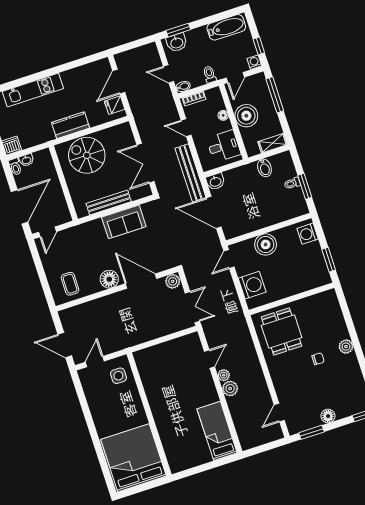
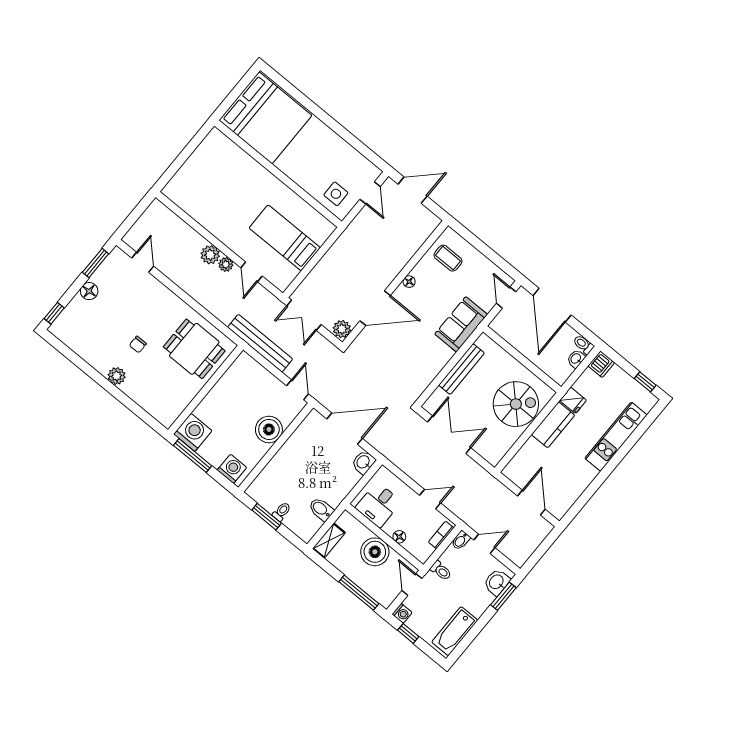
fridge: (115, 105) -> (573, 400), moved, turned 90
bench: (191, 173) -> (260, 343), moved
sofa: (124, 222) -> (461, 324), moved
window: (329, 260) -> (193, 456), width x1.44
floor lamp: (109, 279) -> (409, 282), width x0.53, depth x0.53
washing machine: (252, 285) -> (193, 432), moved, turned 180
bed: (217, 431) -> (285, 238), moved, turned 180

